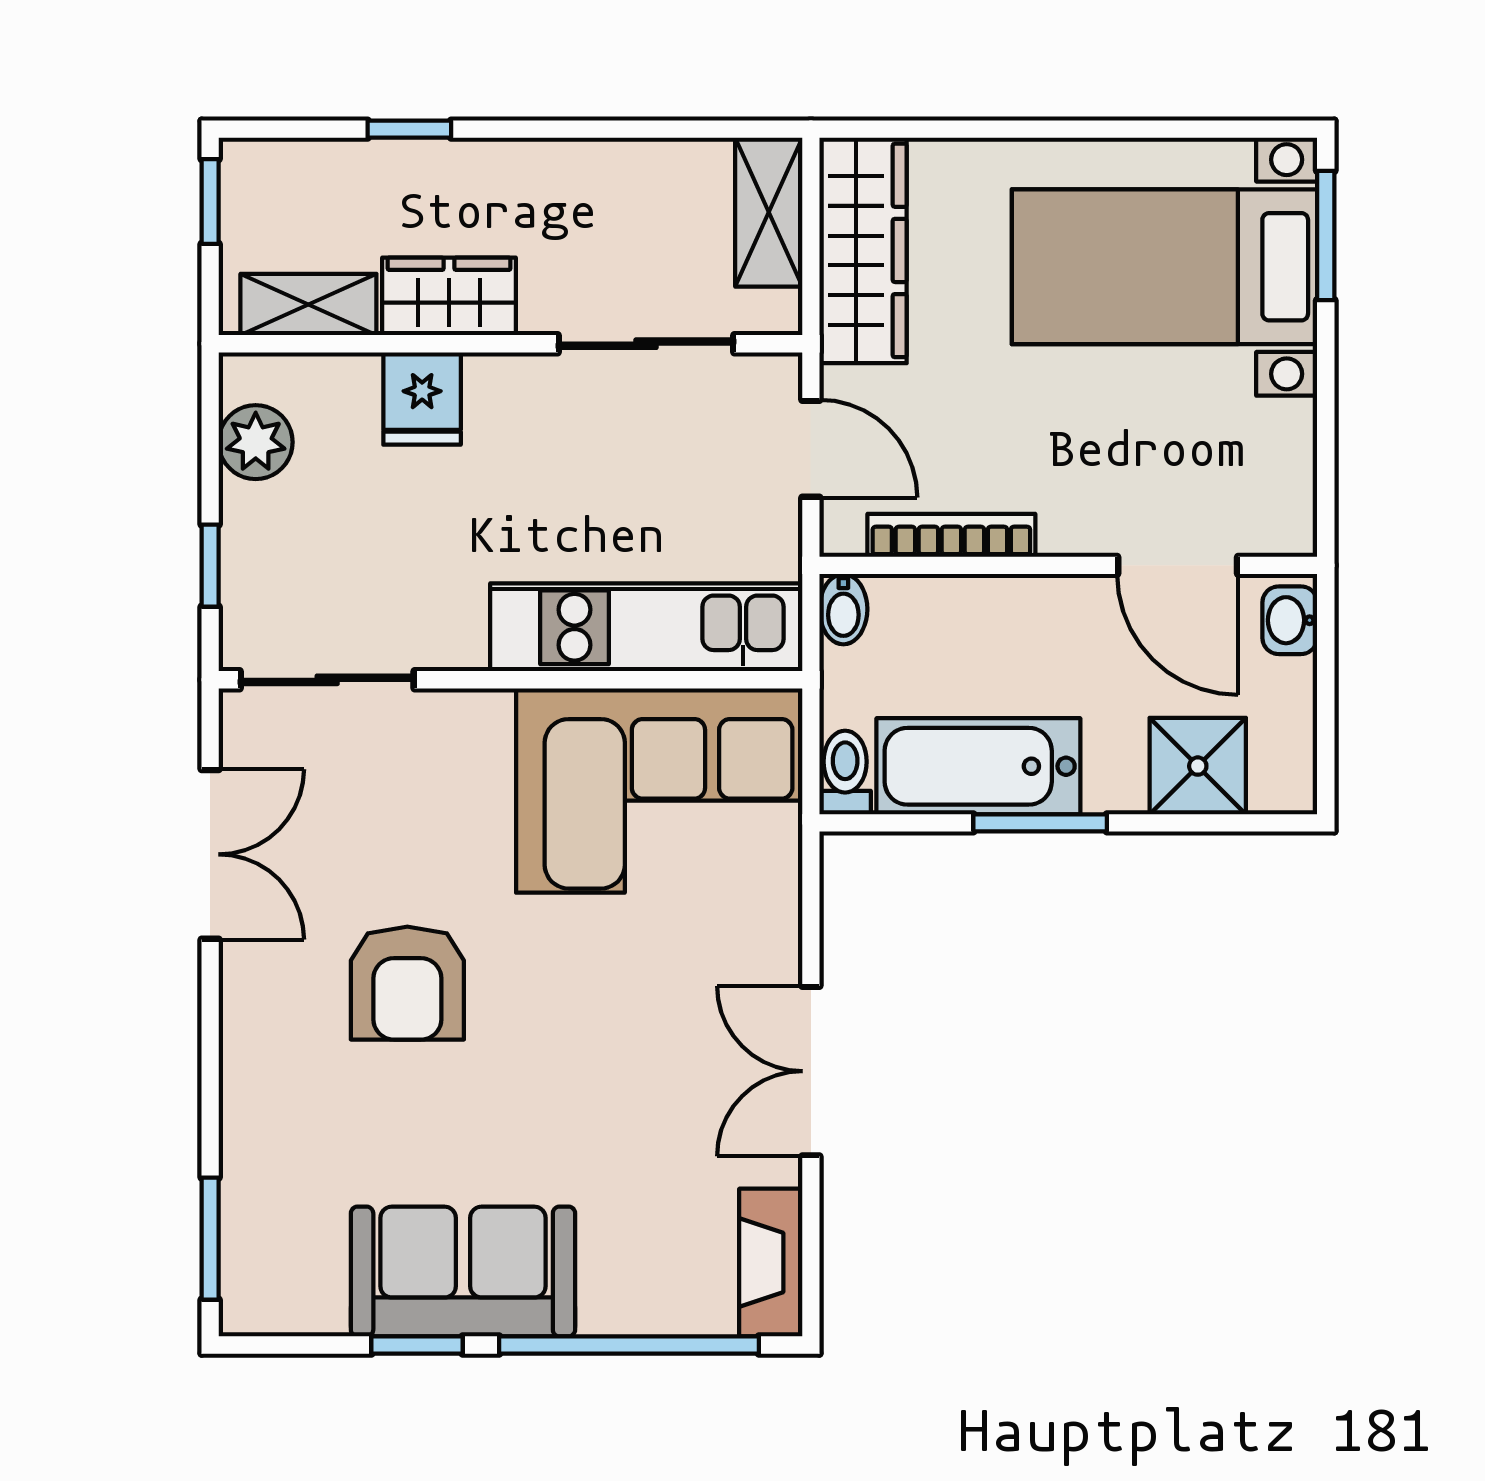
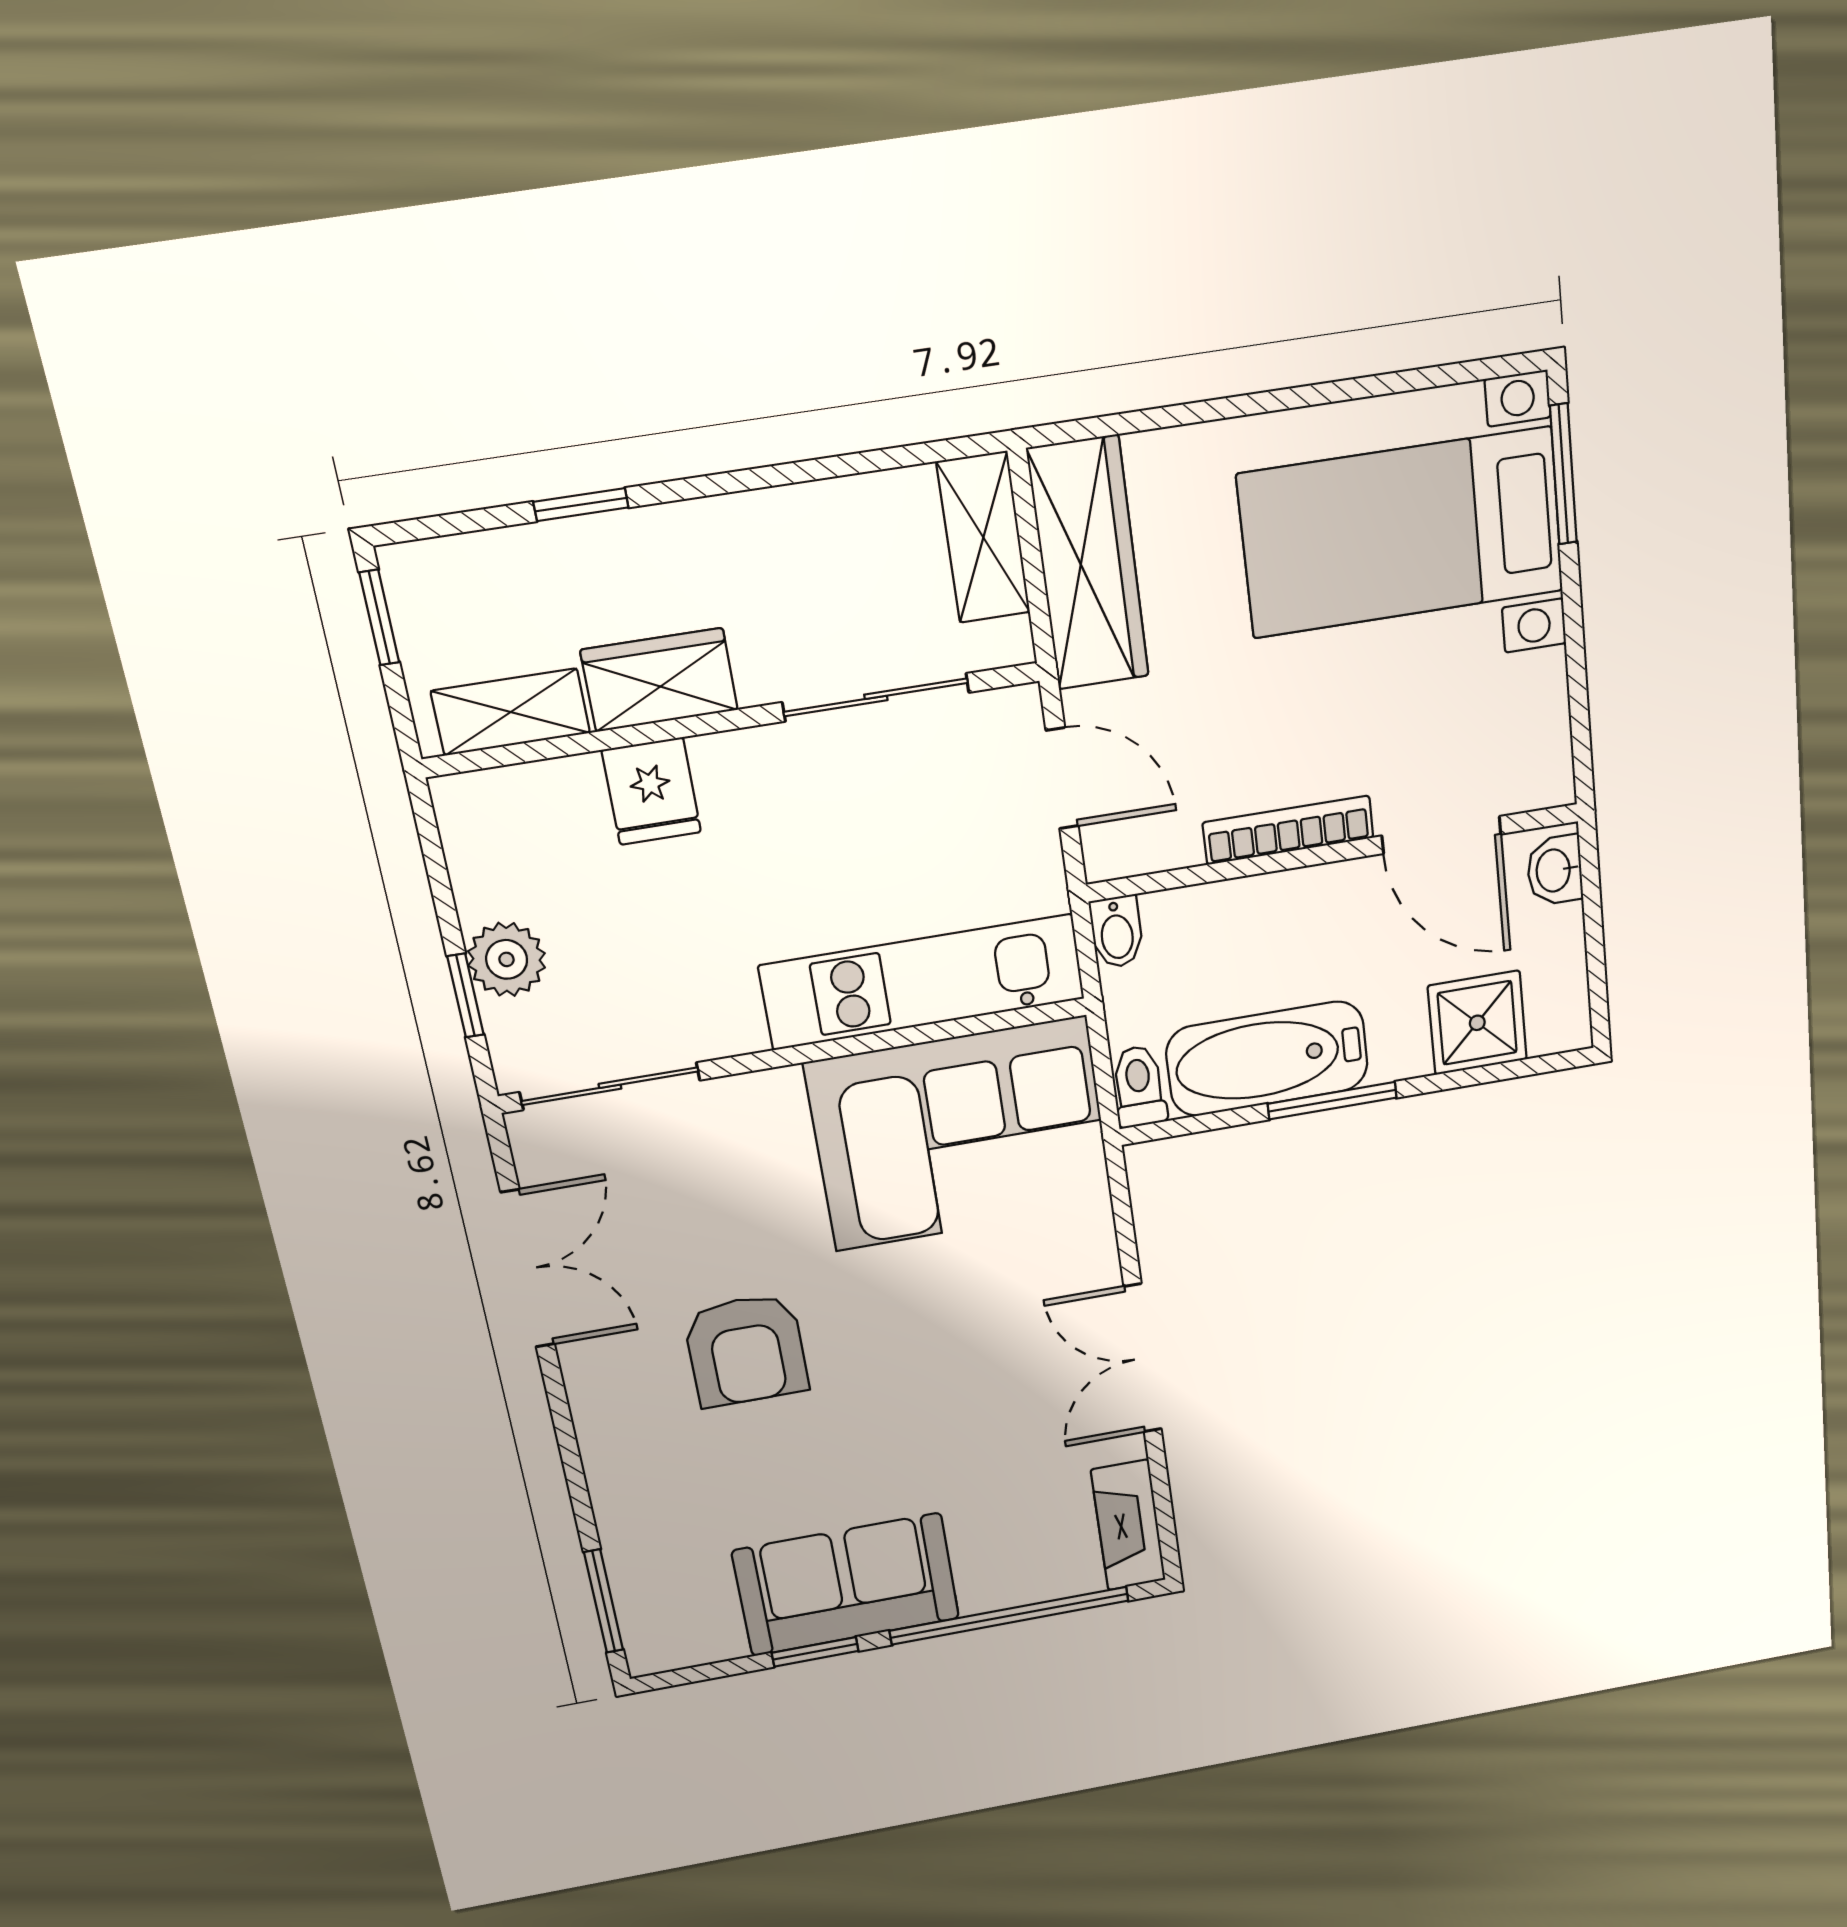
plant: (256, 442) -> (507, 959), moved
bookcase: (951, 535) -> (1288, 830), moved

